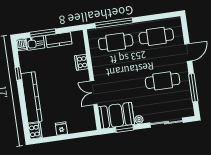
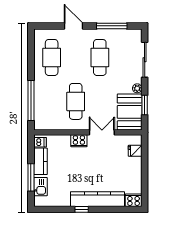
cafe table: (116, 42) -> (76, 101), moved
dishwasher: (21, 45) -> (40, 142), moved
cooker: (81, 62) -> (79, 141), moved
window: (18, 74) -> (82, 209), moved
double door: (94, 93) -> (102, 132), swing flipped
fridge: (61, 129) -> (135, 151), moved

